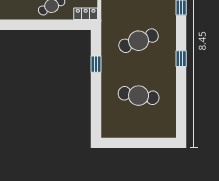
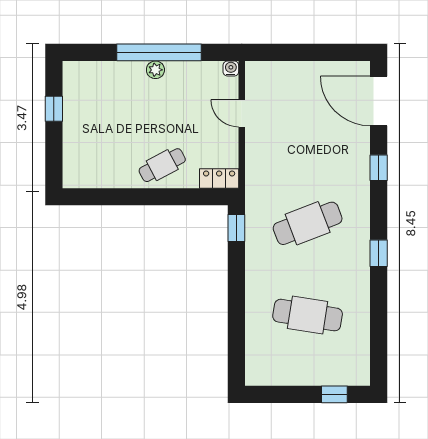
window: (96, 64) -> (236, 228), moved
window: (155, 143) -> (334, 394), added

